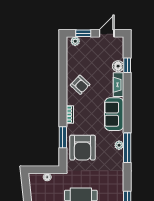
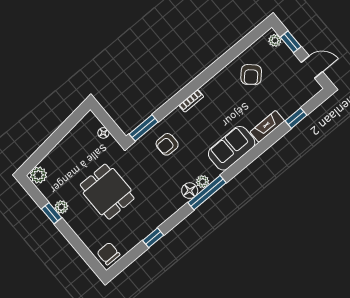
floor lamp: (118, 66) -> (190, 191), moved
armchair: (80, 85) -> (251, 75), moved
window: (63, 137) -> (144, 128), moved
armchair: (83, 148) -> (167, 144), width x0.53, depth x0.53

